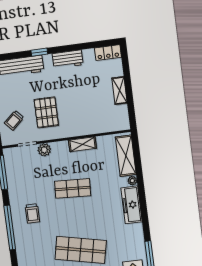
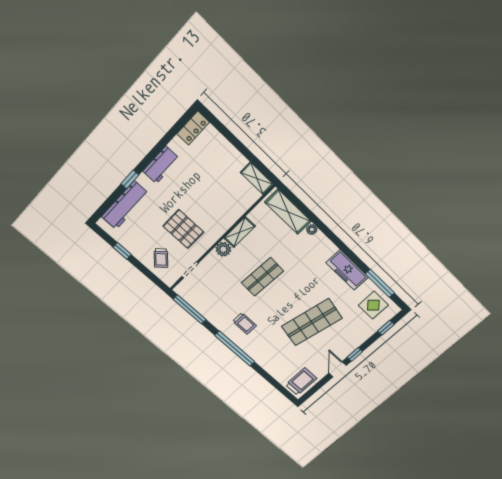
shelving: (120, 91) -> (257, 178), moved
plant: (44, 150) -> (223, 249), moved
freezer: (132, 205) -> (347, 270), moved

